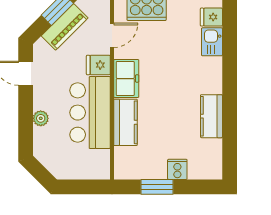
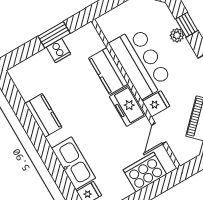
kitchen sink: (212, 42) -> (73, 163), width x1.88, depth x1.24
window: (26, 123) -> (187, 25), added
cooker: (177, 169) -> (58, 51), moved

